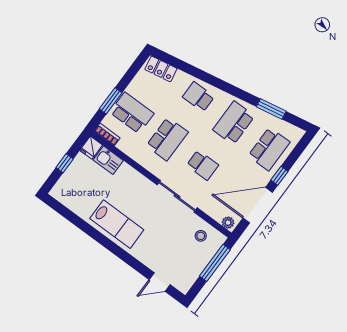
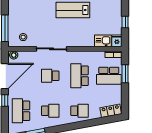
school desk: (234, 123) -> (50, 111), width x0.54

